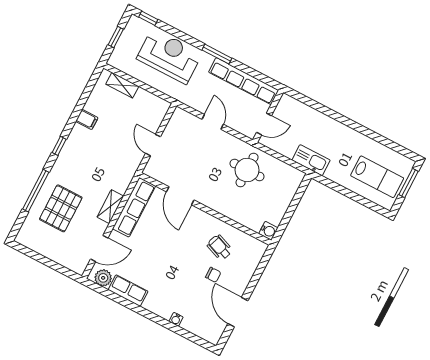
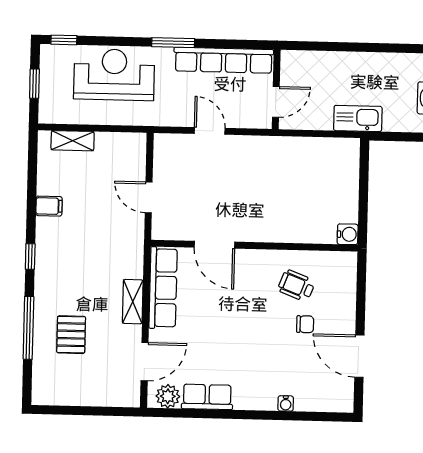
round table: (247, 170) -> (283, 171), removed
pallet: (61, 208) -> (71, 335), width x0.67, depth x0.71

